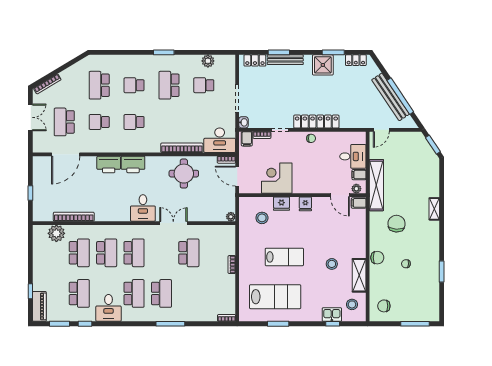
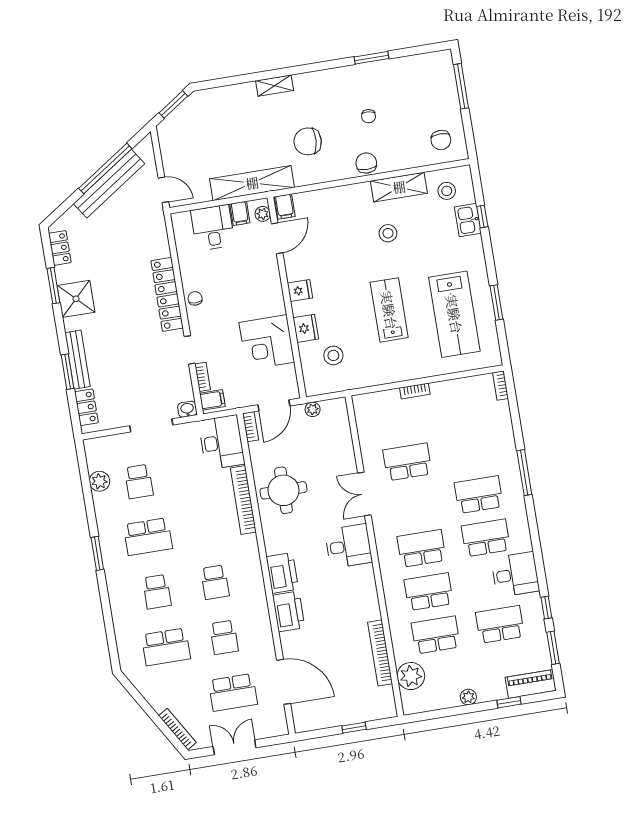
plant: (231, 217) -> (313, 409), moved
plant: (38, 267) -> (468, 697), added
lab bench: (275, 297) -> (454, 314), turned 180

